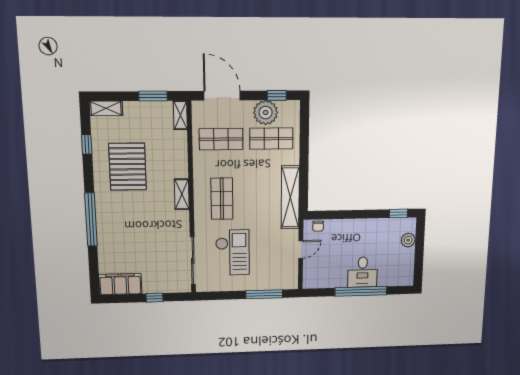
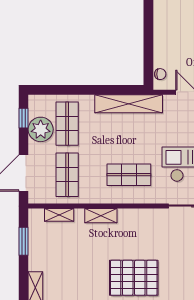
shelving: (180, 115) -> (59, 215), moved
pallet: (128, 167) -> (134, 278), moved
shelving: (182, 194) -> (101, 216), moved

